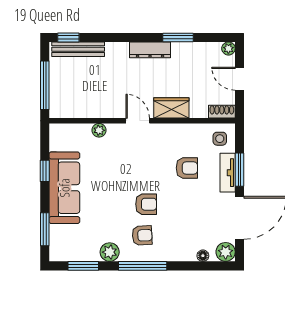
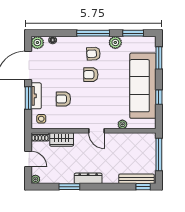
wardrobe: (171, 108) -> (62, 139), moved
sofa: (64, 188) -> (143, 86), width x1.36, depth x1.27

